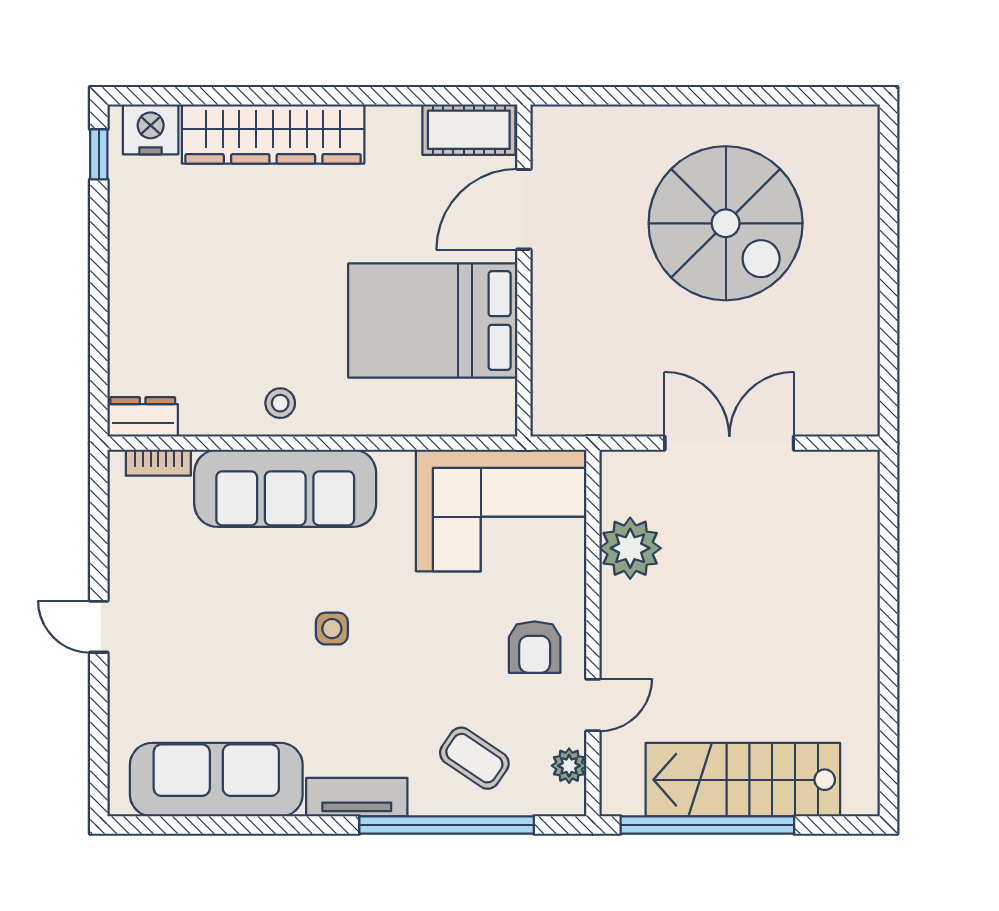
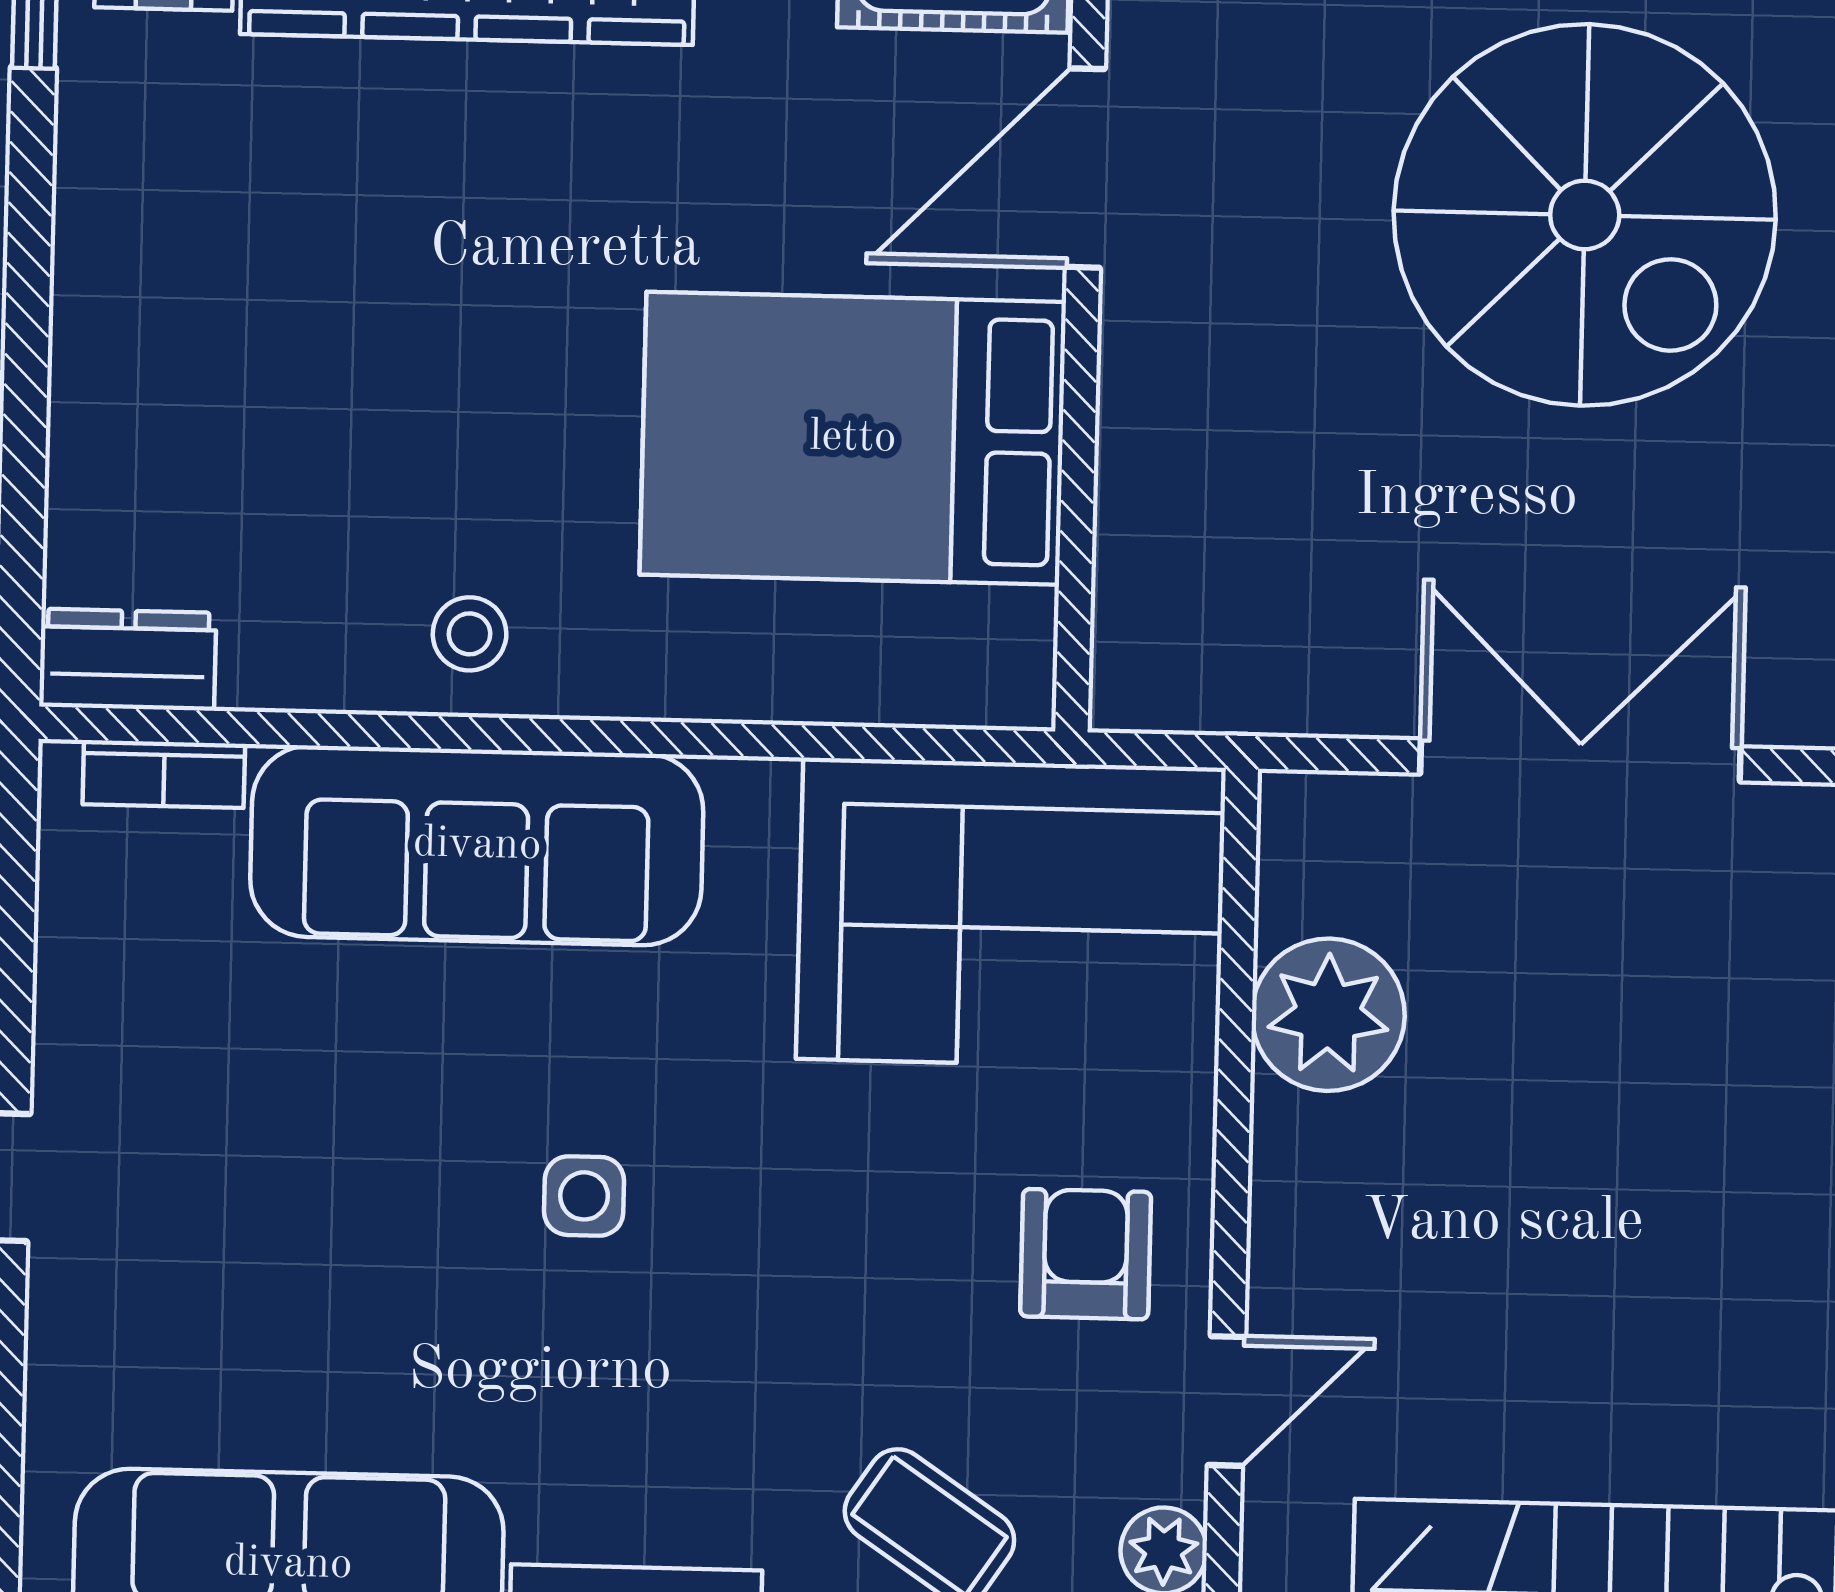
armchair: (535, 647) -> (1086, 1254), turned 180

